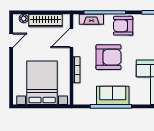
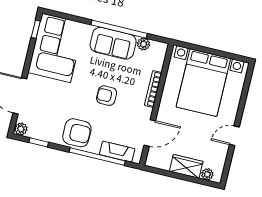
wardrobe: (46, 21) -> (186, 166), width x0.67
door: (11, 40) -> (234, 136), moved
armchair: (109, 57) -> (107, 96), width x0.53, depth x0.53
plant: (91, 100) -> (144, 44), added

